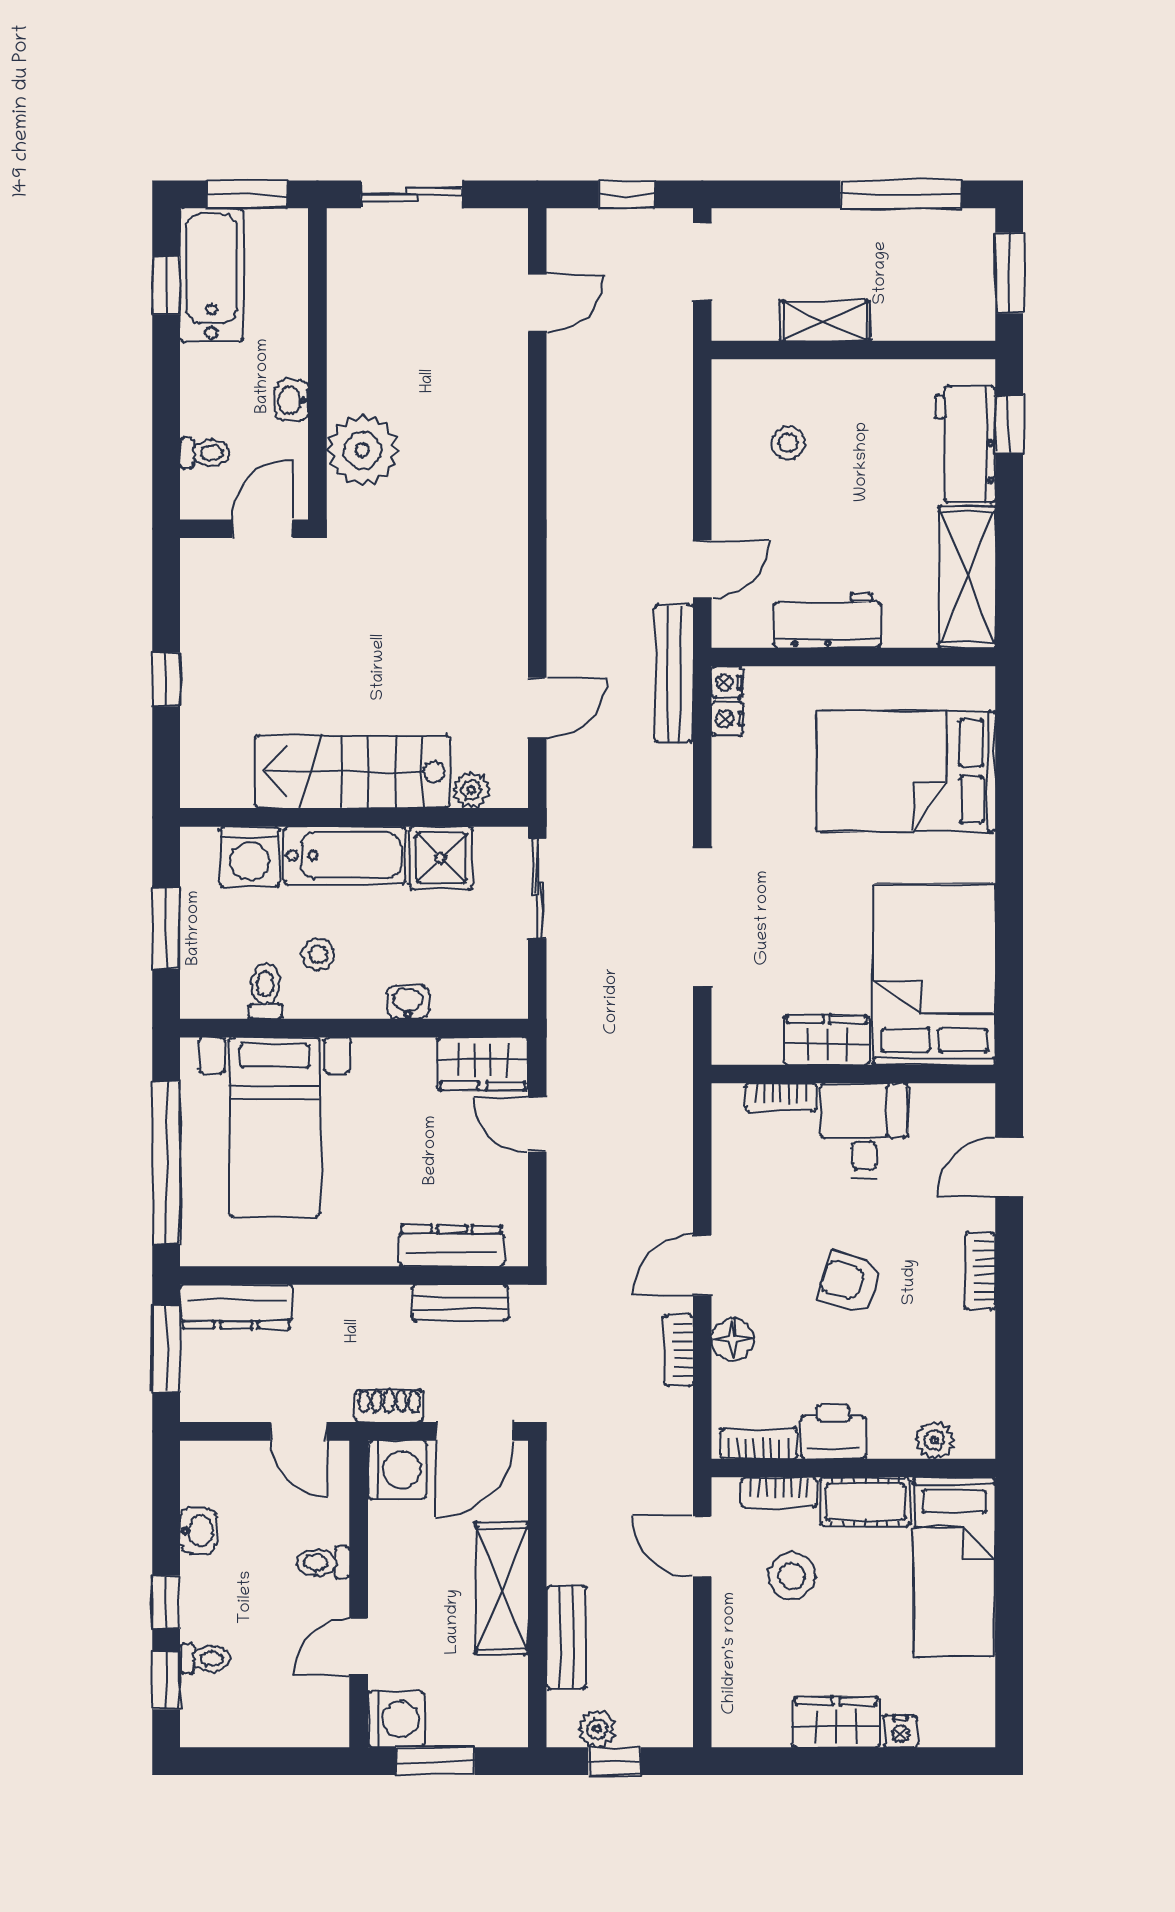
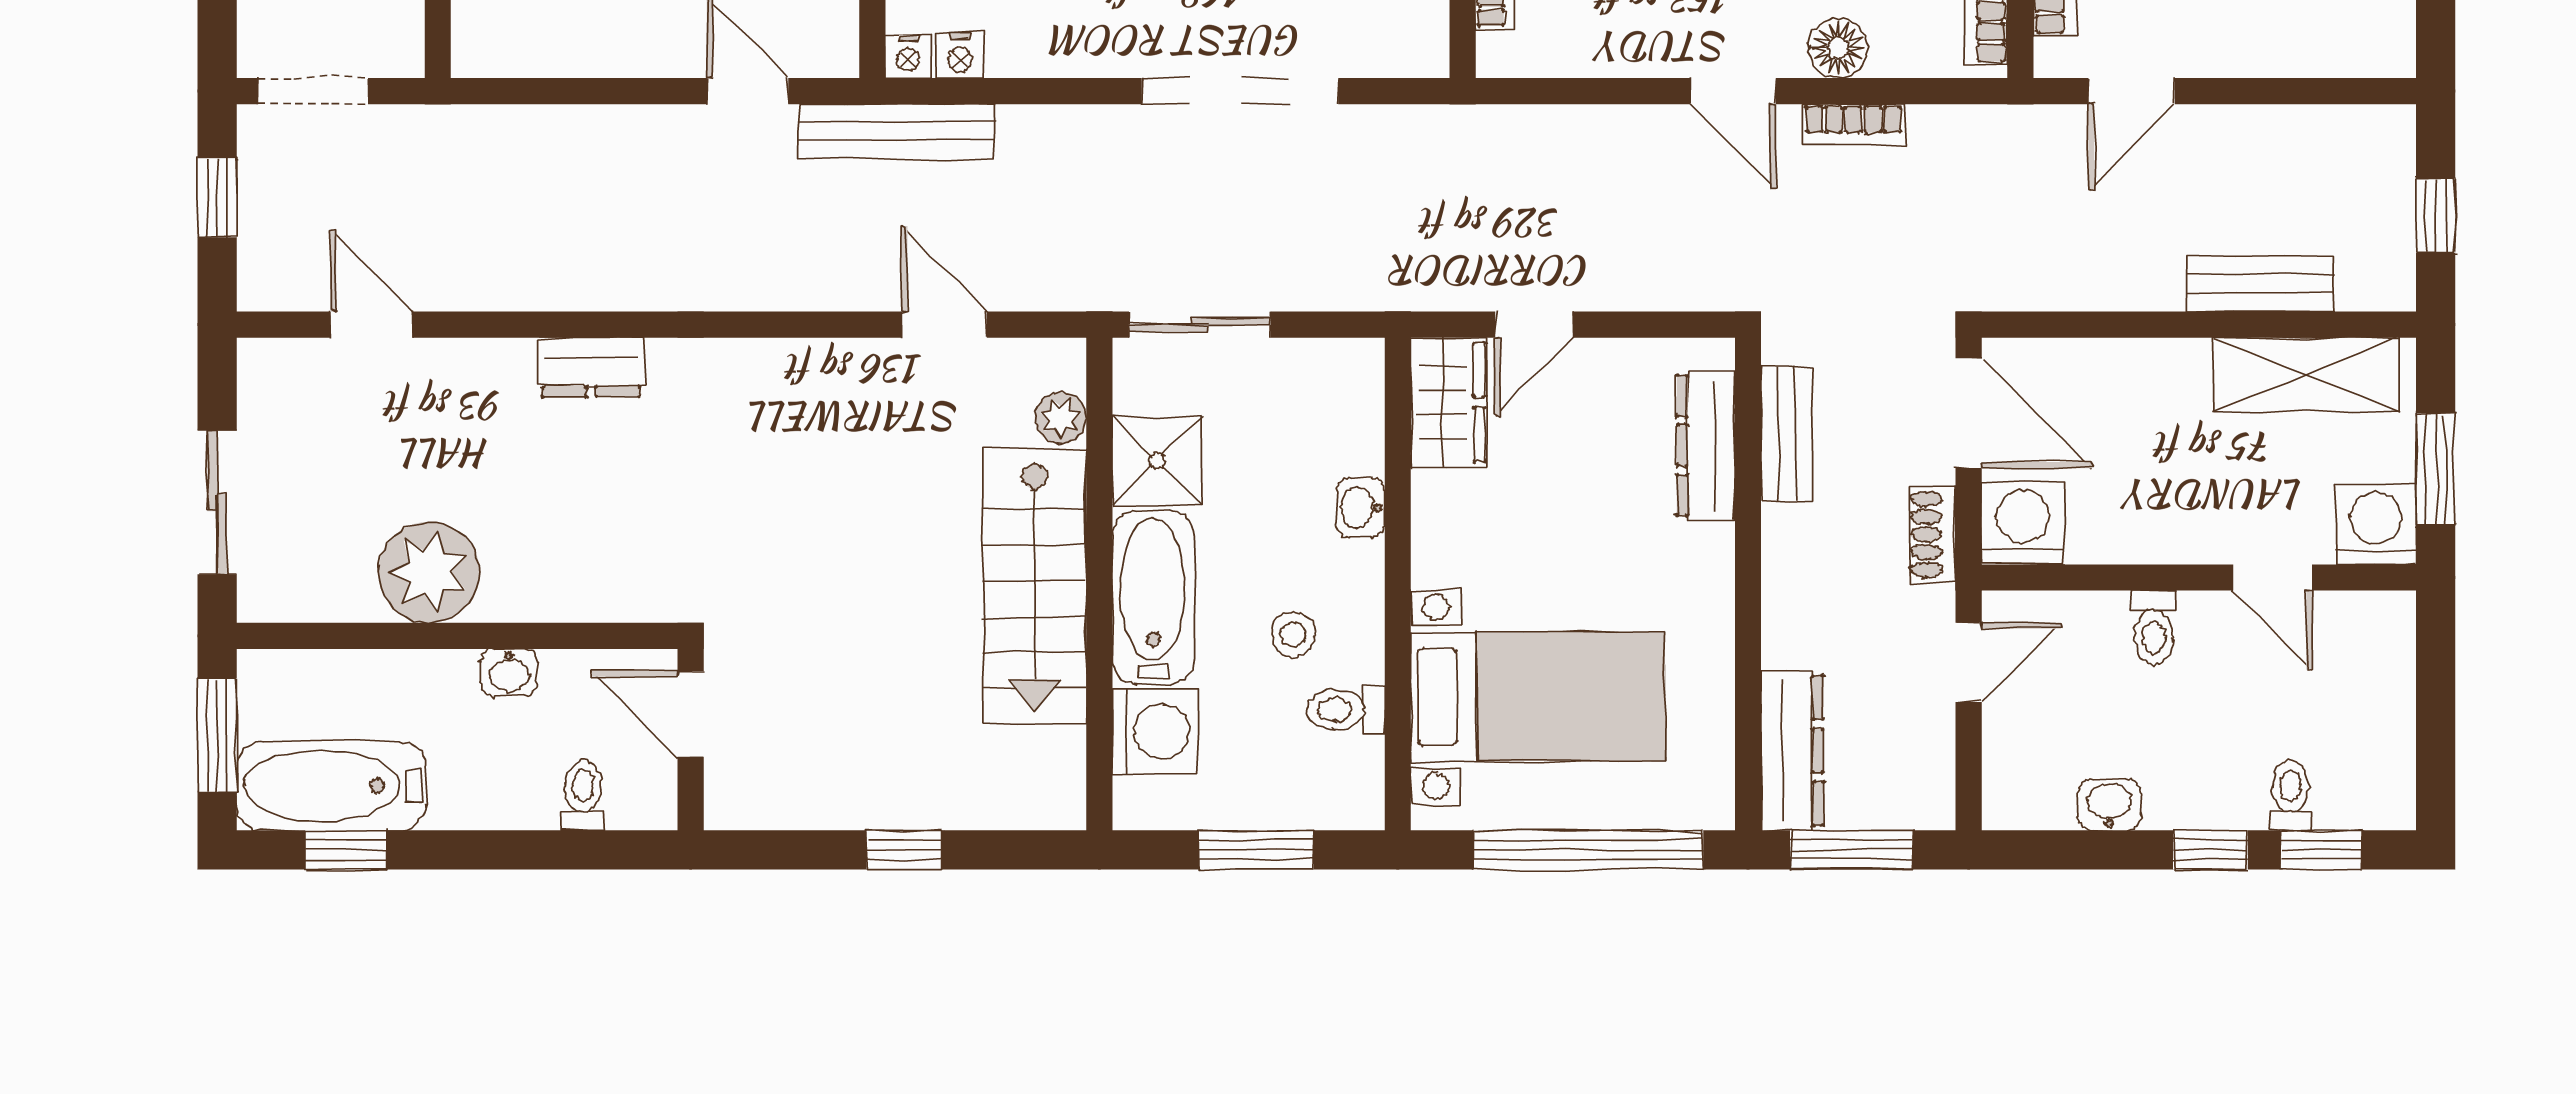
plant: (362, 450) -> (429, 572), moved
dresser: (507, 458) -> (591, 367), added
shelving: (502, 1588) -> (2305, 375), moved
plant: (597, 1729) -> (2390, 240), removed

